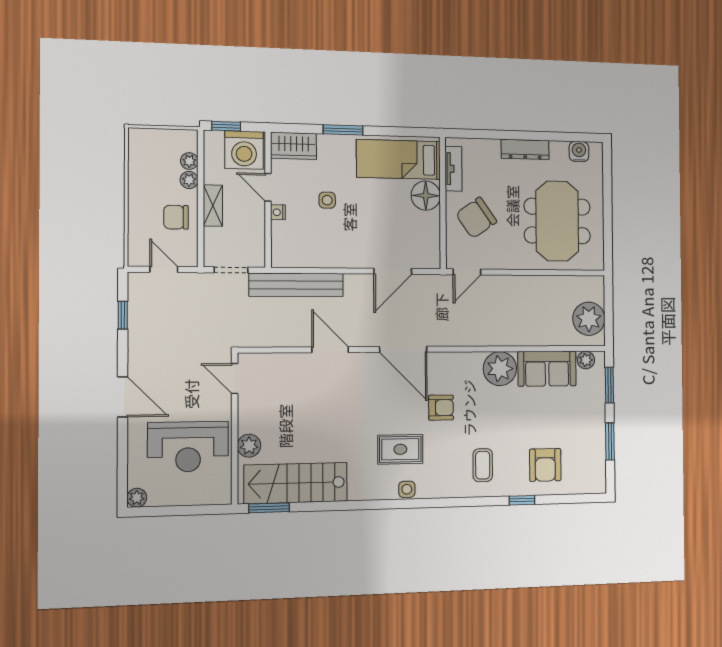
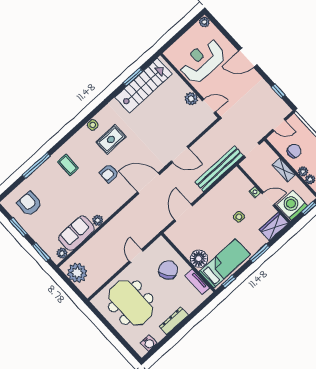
window: (414, 132) -> (229, 281), added
door: (467, 272) -> (136, 256), moved
plant: (500, 369) -> (98, 220), width x0.53, depth x0.53
plant: (249, 446) -> (191, 99), moved
armchair: (545, 465) -> (29, 204), moved
window: (522, 500) -> (36, 165), width x2.17
window: (269, 508) -> (133, 77), moved

